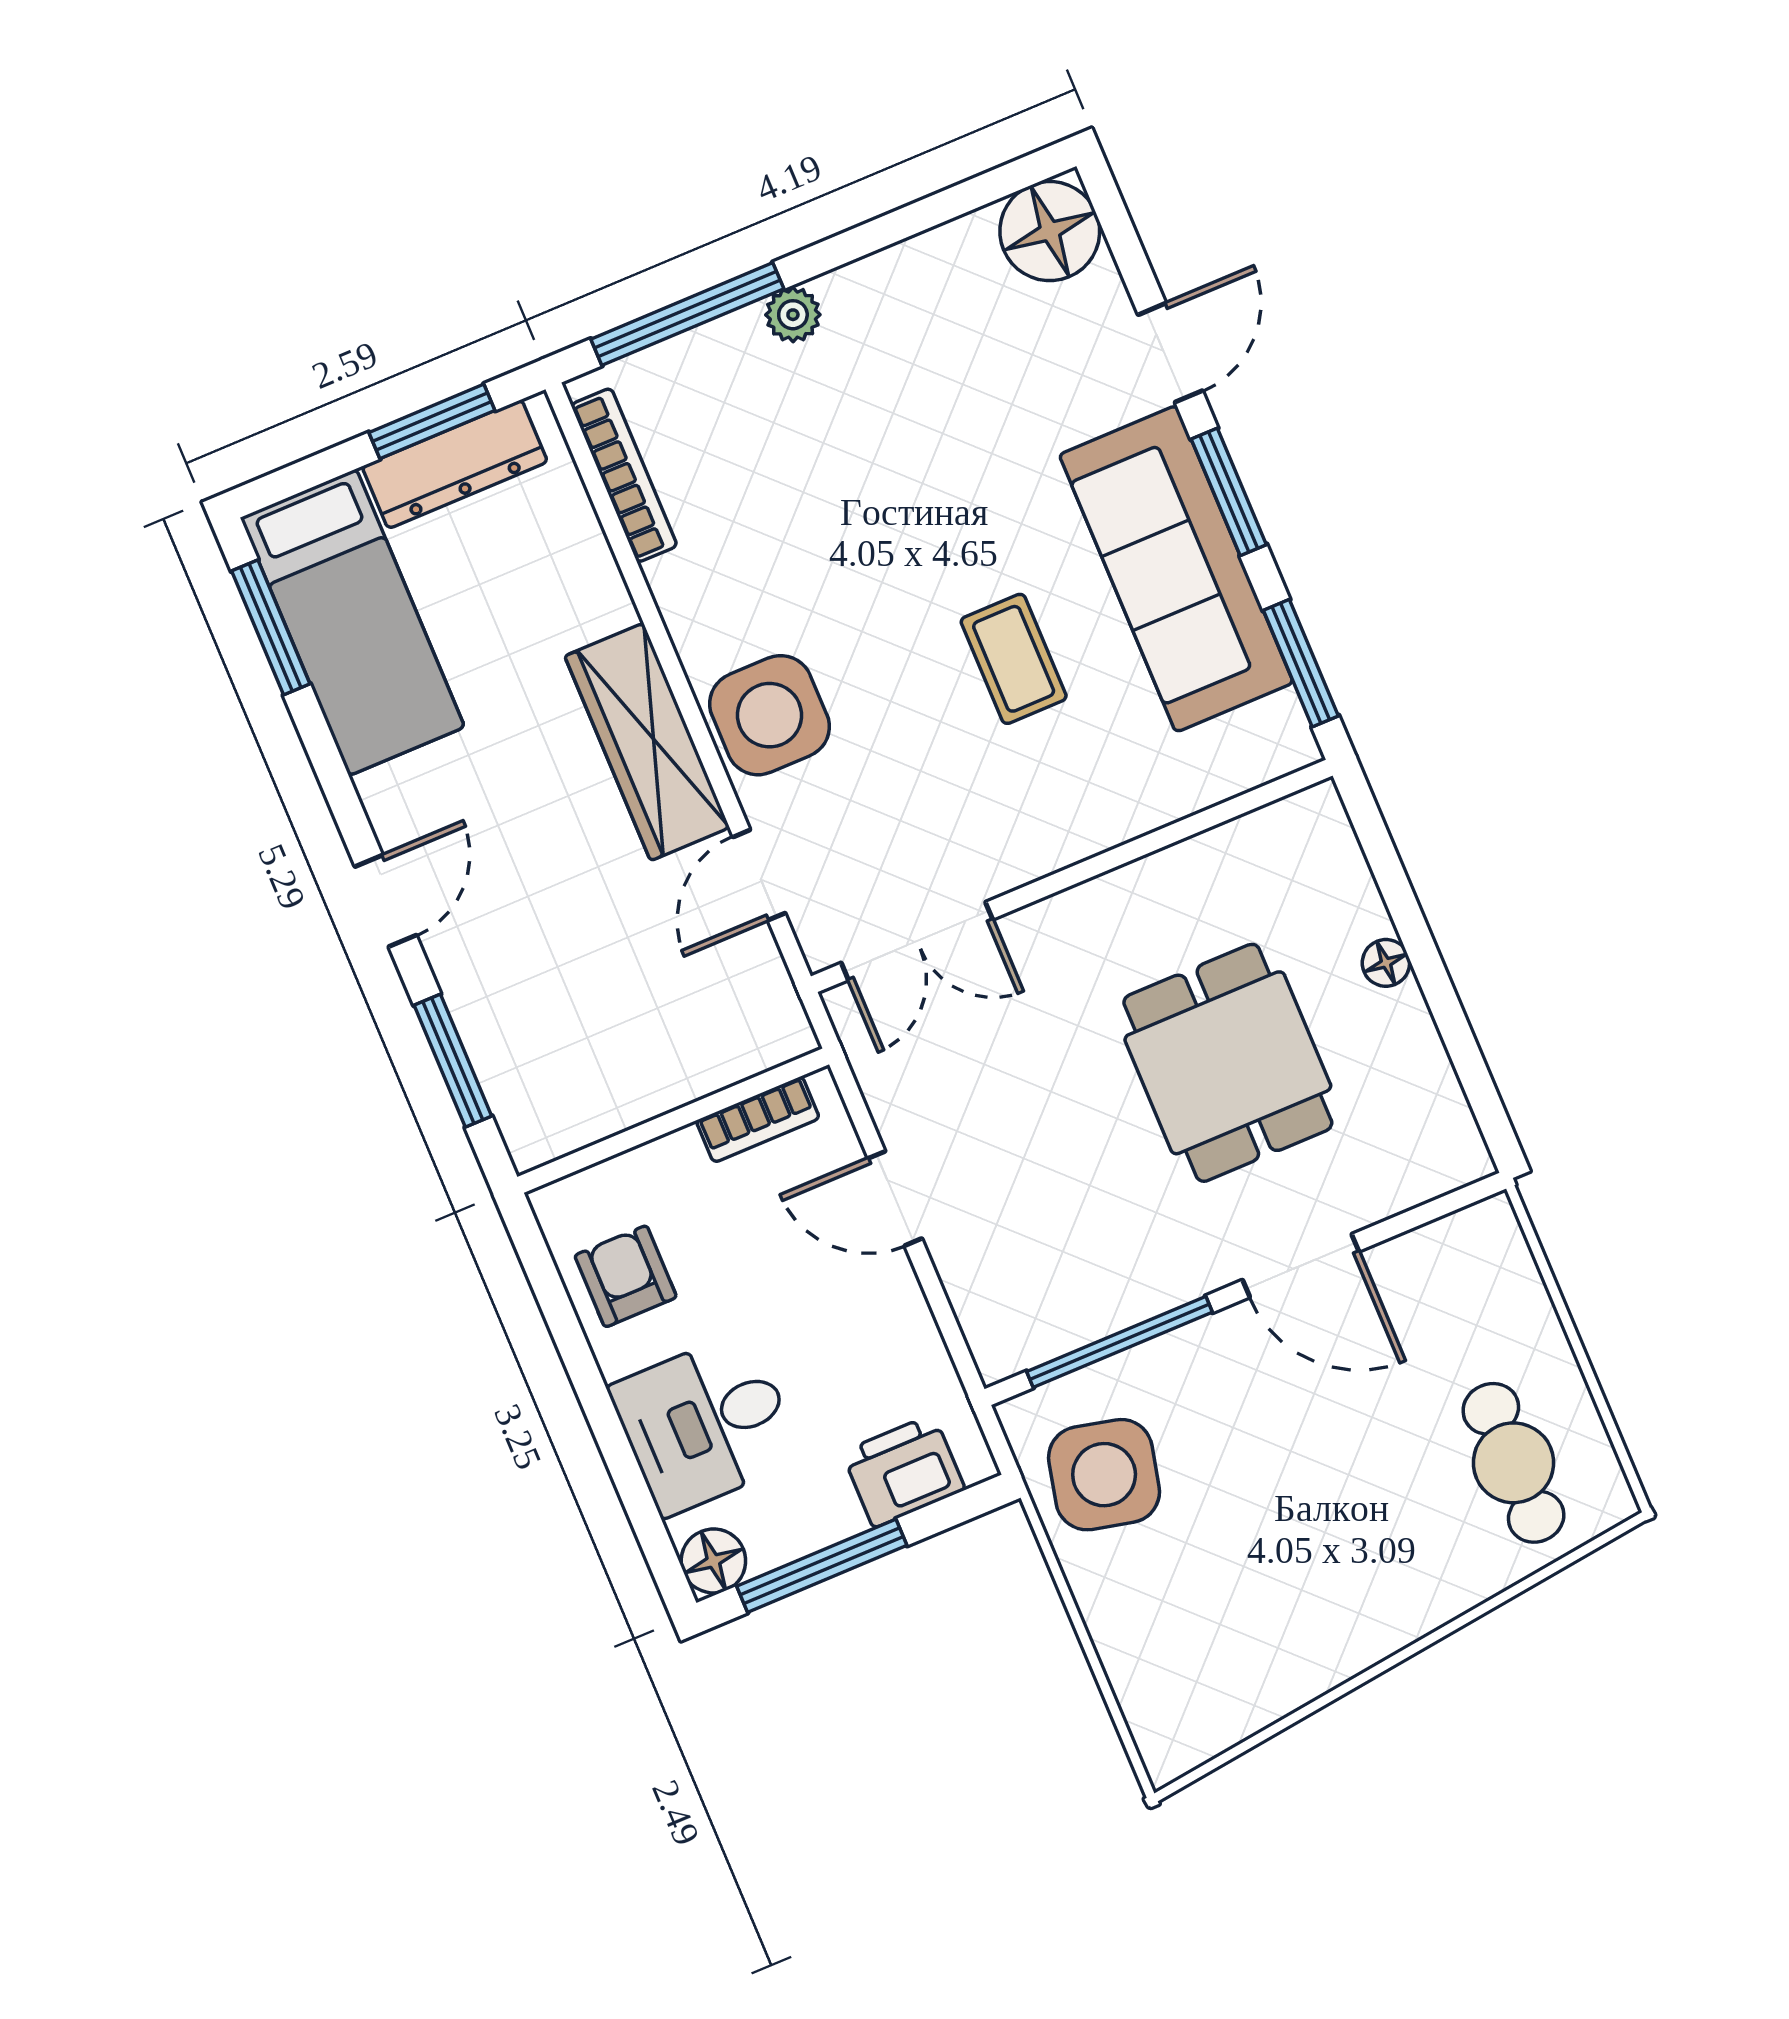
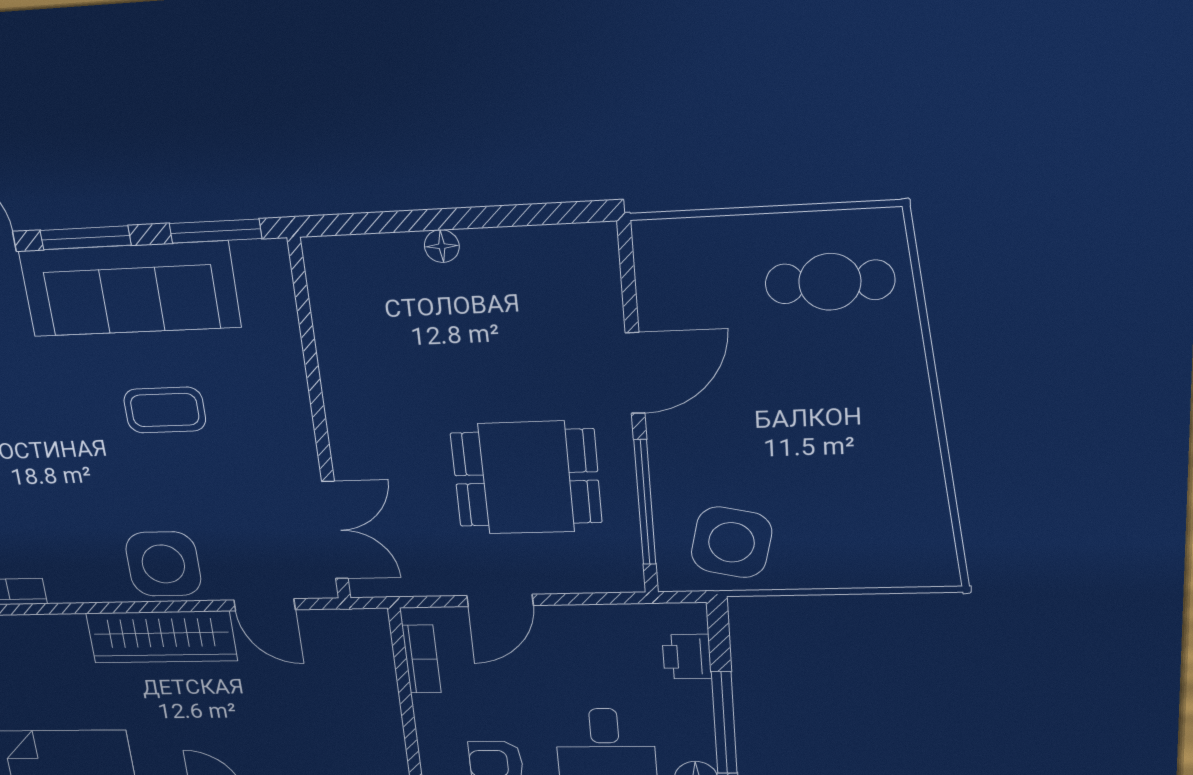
dining table: (1228, 1063) -> (526, 478), moved
printer: (903, 1471) -> (687, 657), width x0.73, depth x0.81

